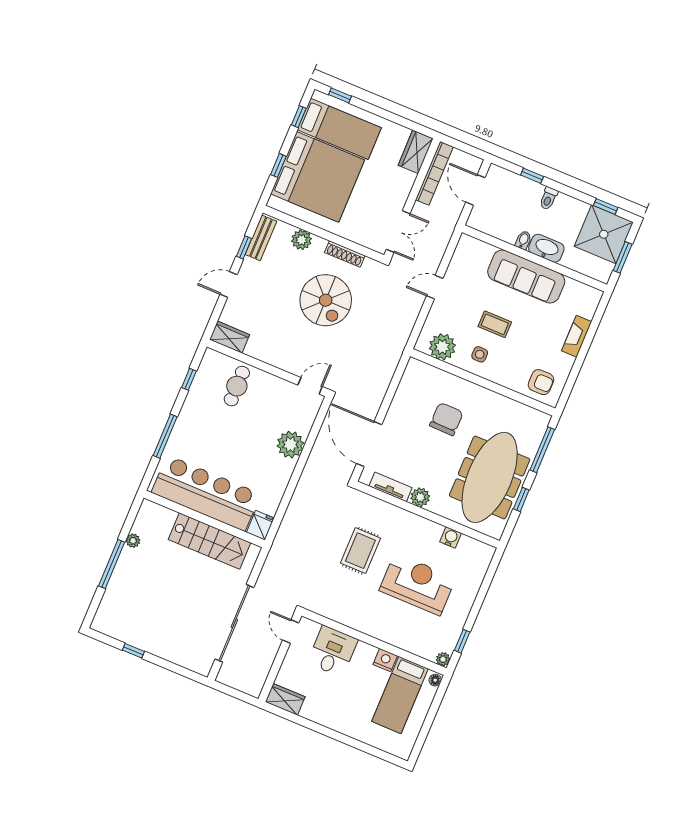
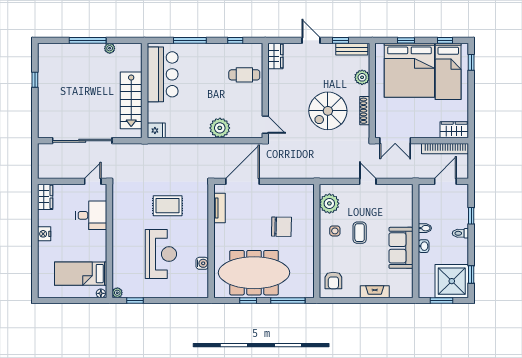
washbasin: (546, 248) -> (424, 246), width x0.52, depth x0.69
sofa: (526, 277) -> (401, 248), width x0.73
bar counter: (206, 493) -> (163, 74), width x0.73
plant: (420, 497) -> (221, 231), removed
nightstand: (385, 660) -> (44, 234), moved, turned 180

